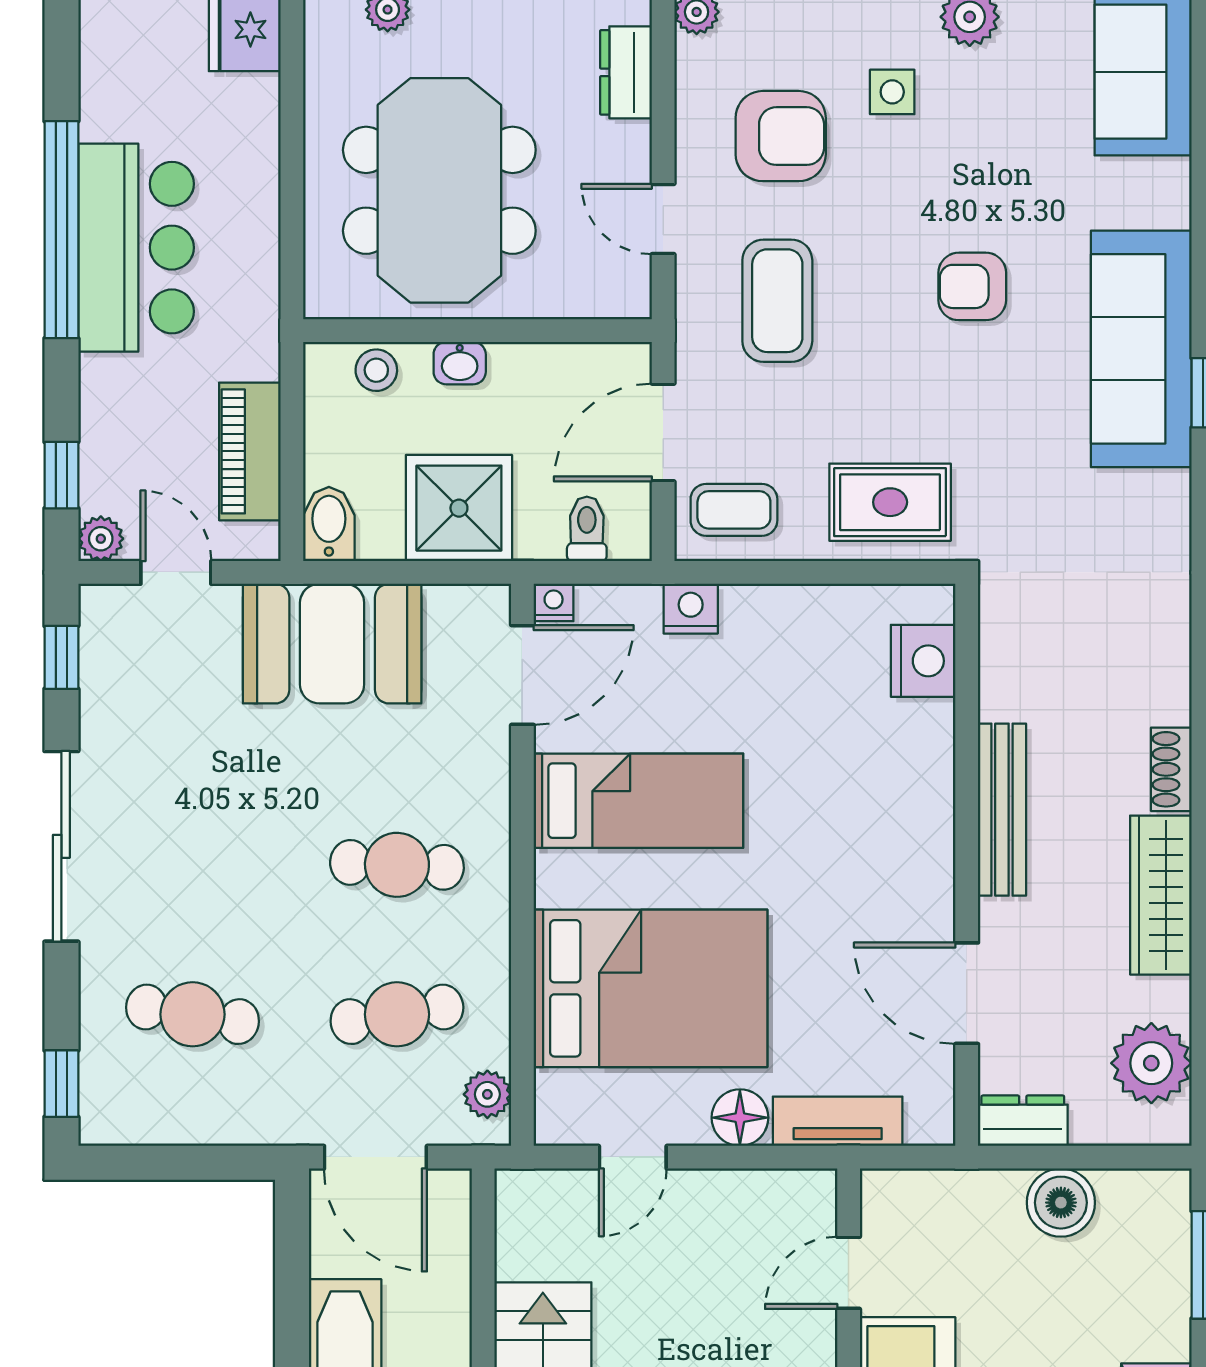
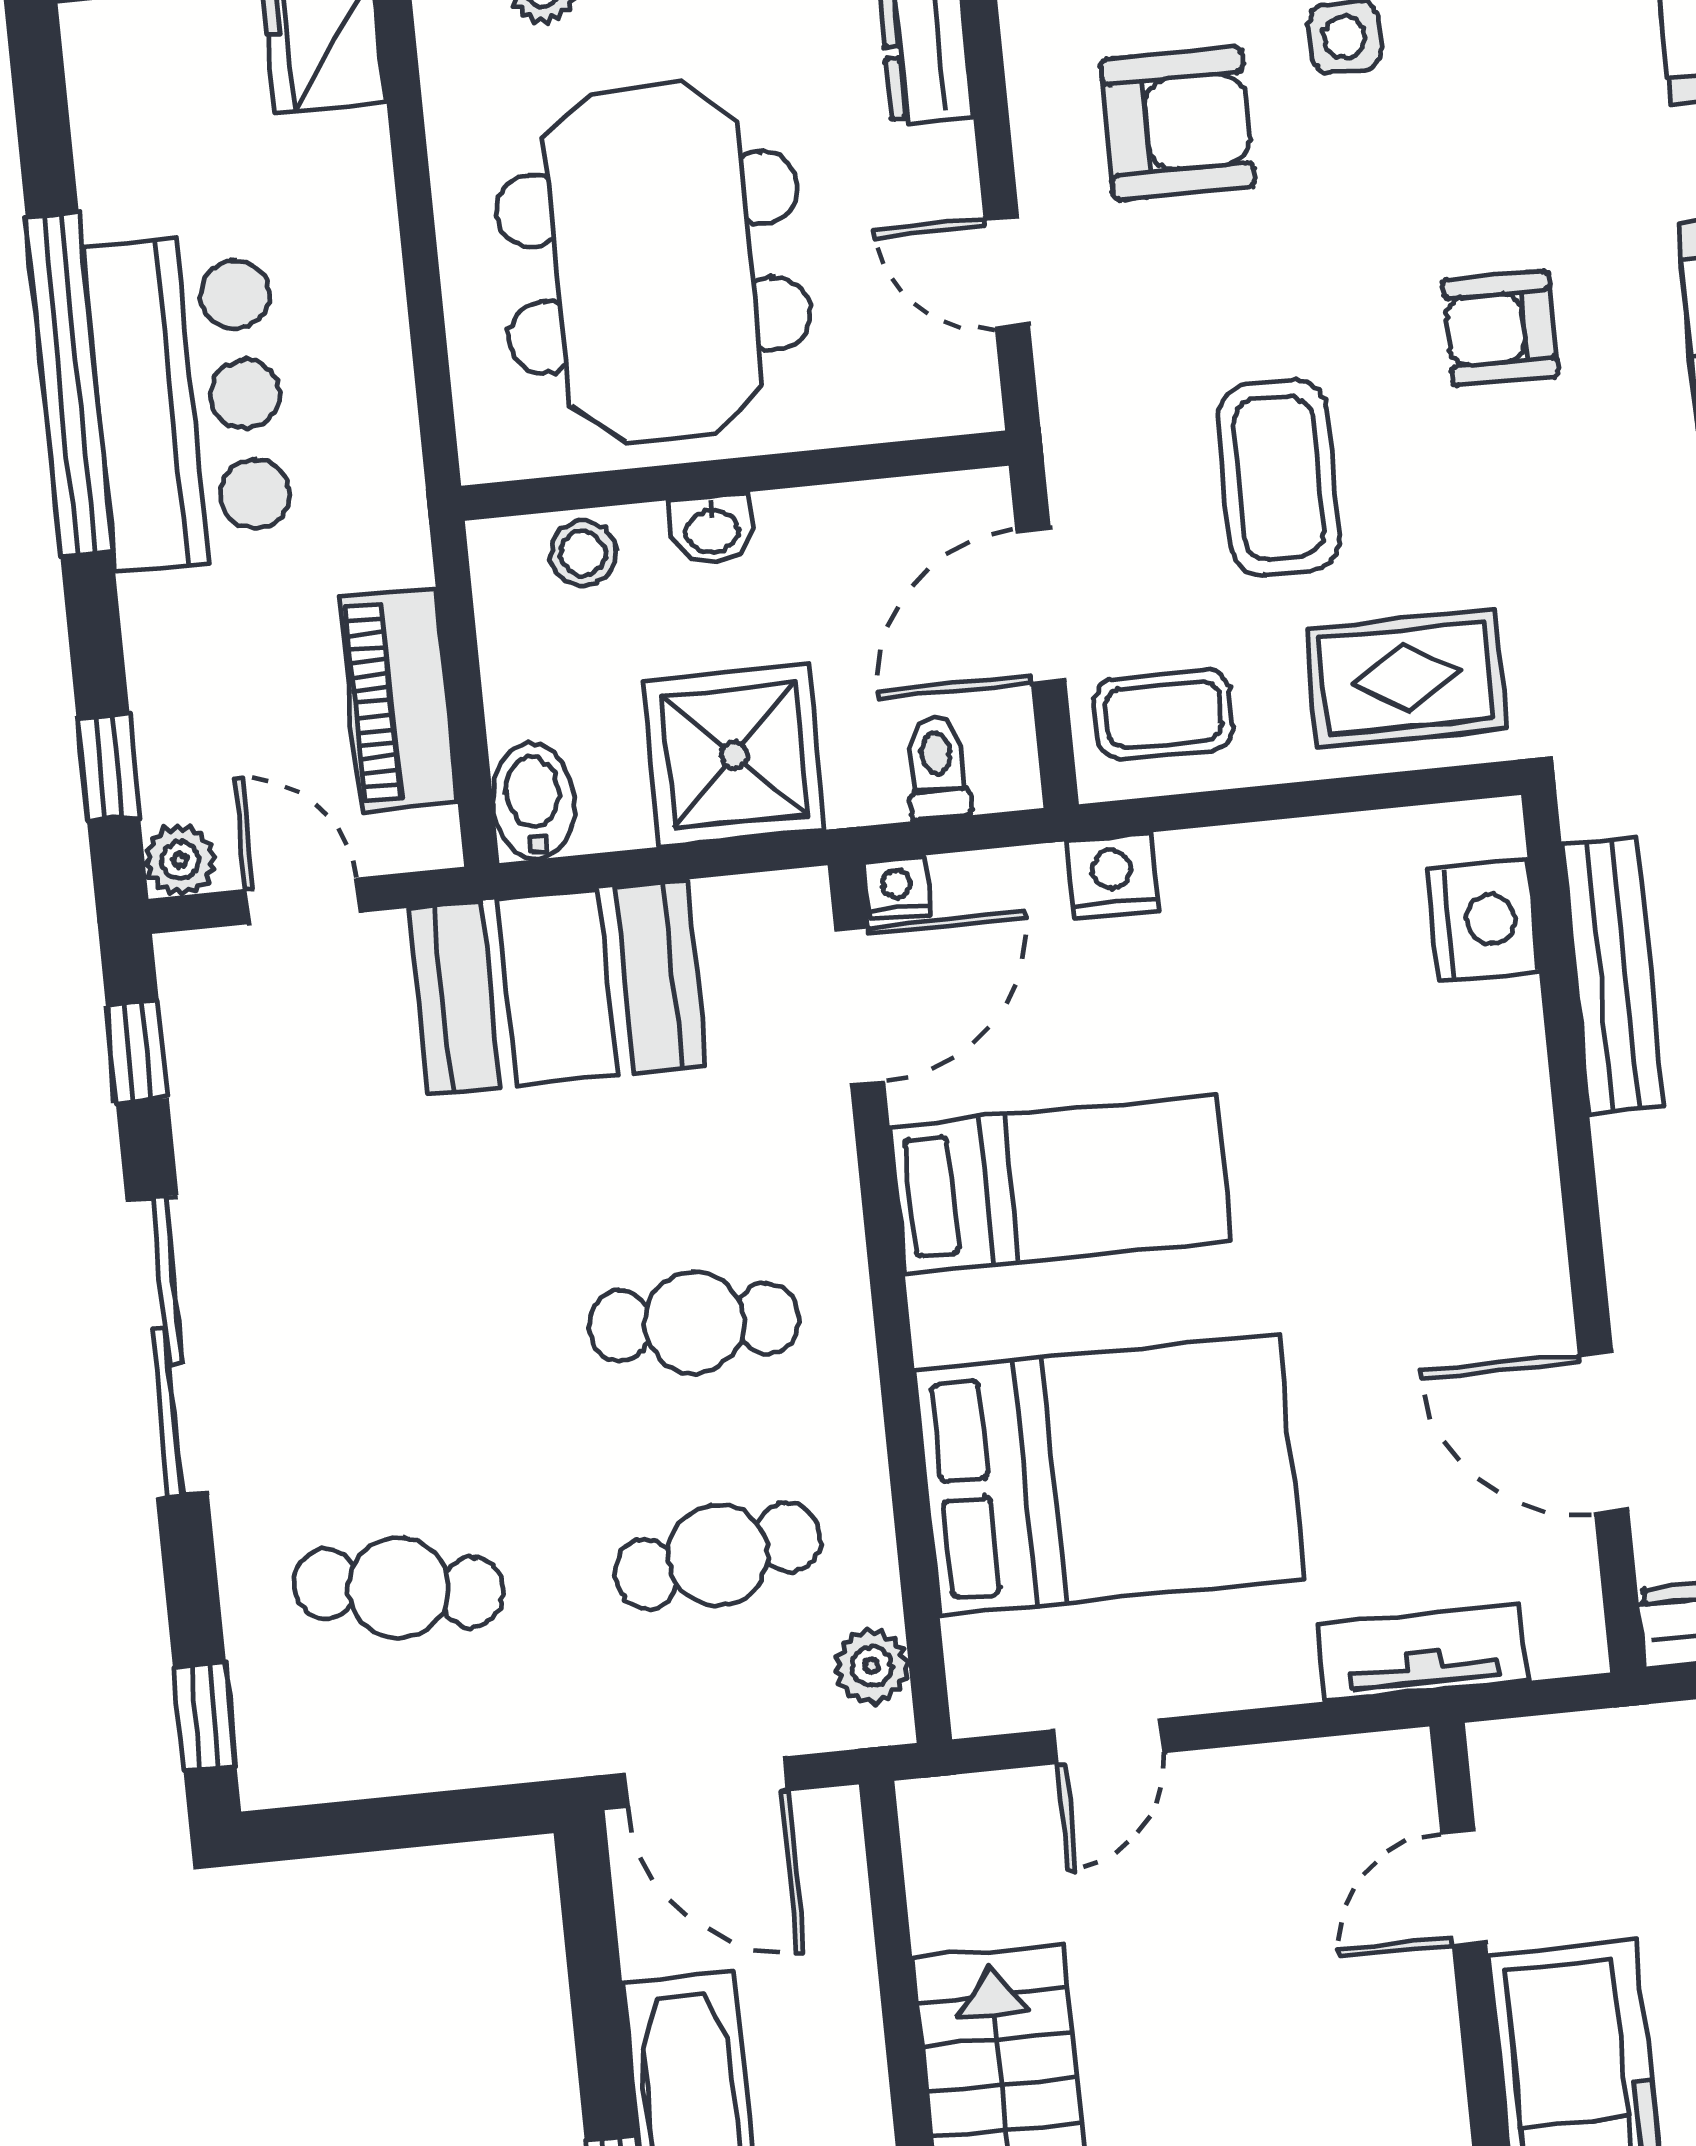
coffee table: (777, 301) -> (1278, 478), moved
bench: (1002, 810) -> (1613, 975), moved
floor lamp: (740, 1118) -> (1269, 1662), removed

